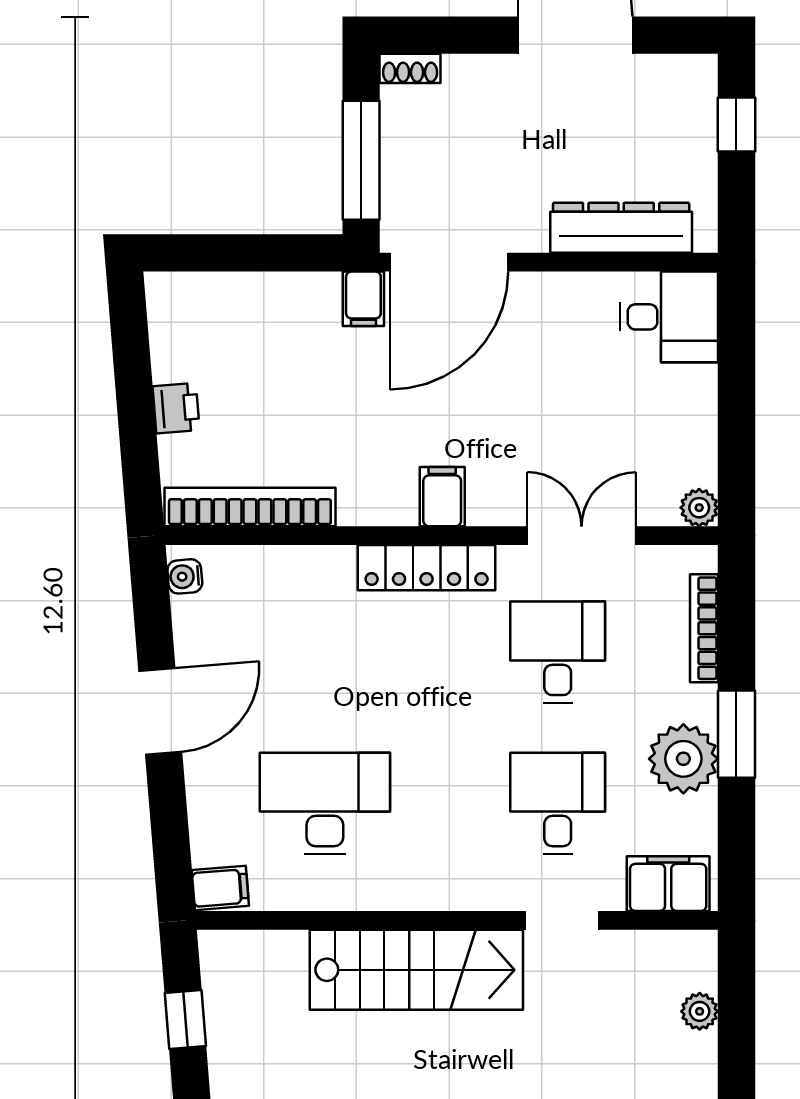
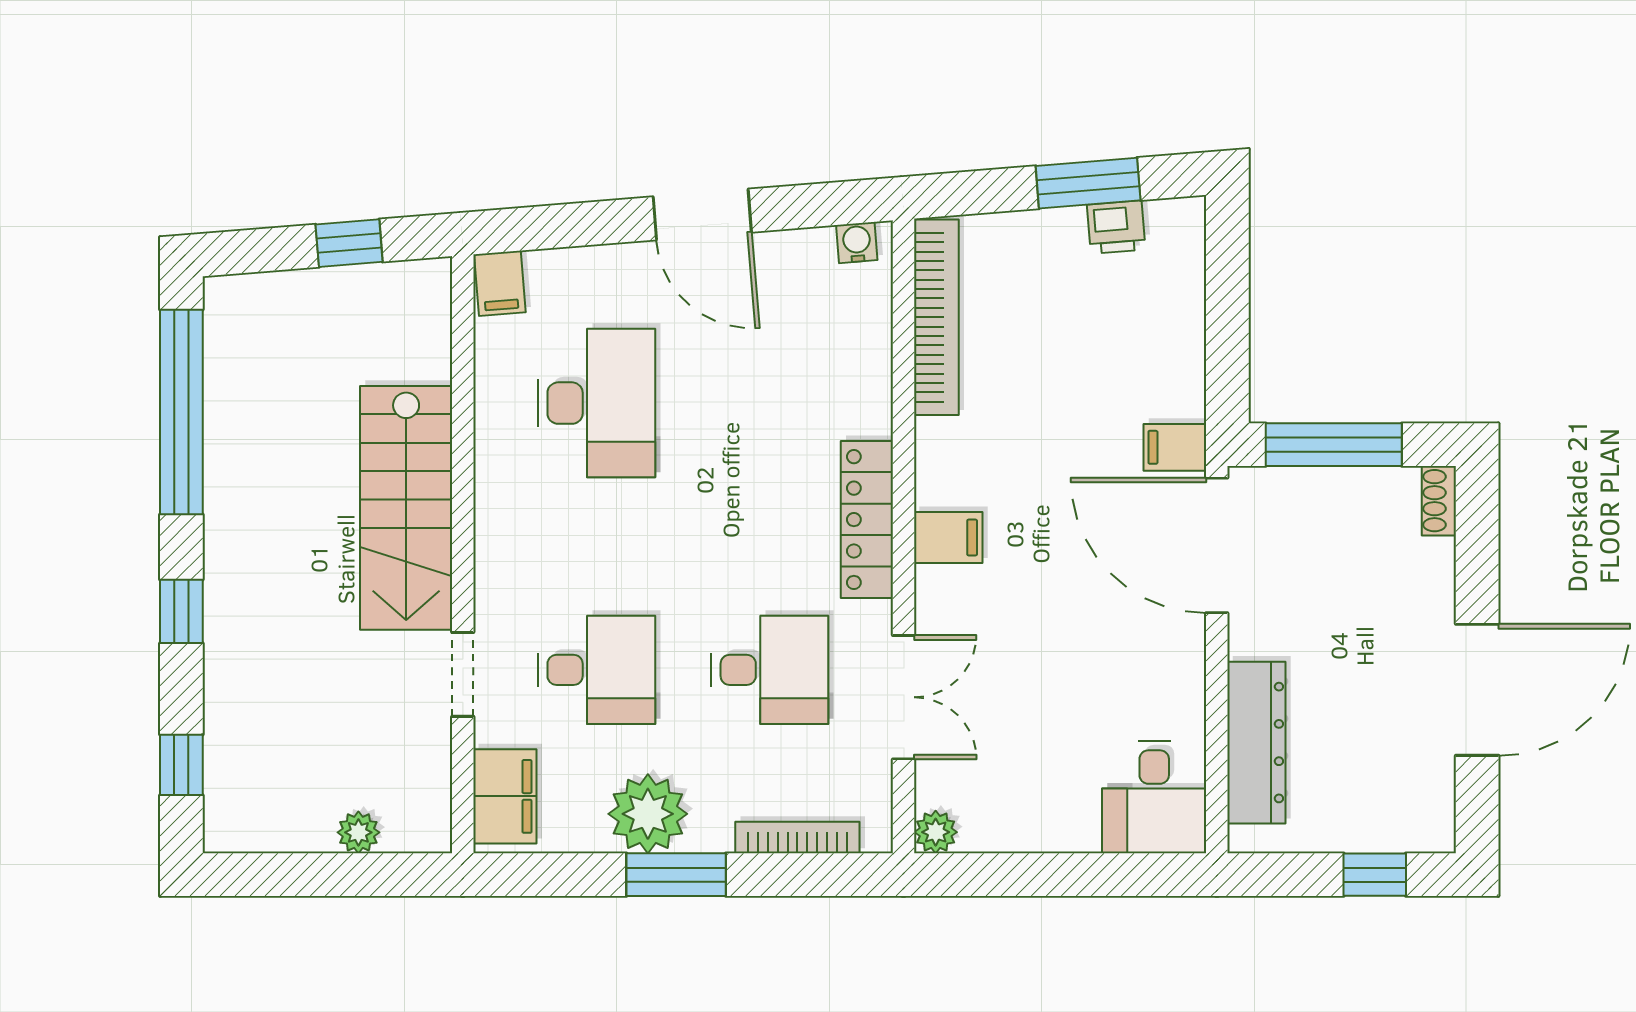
window: (133, 375) -> (1088, 183), added
printer: (176, 408) -> (1116, 227), moved

